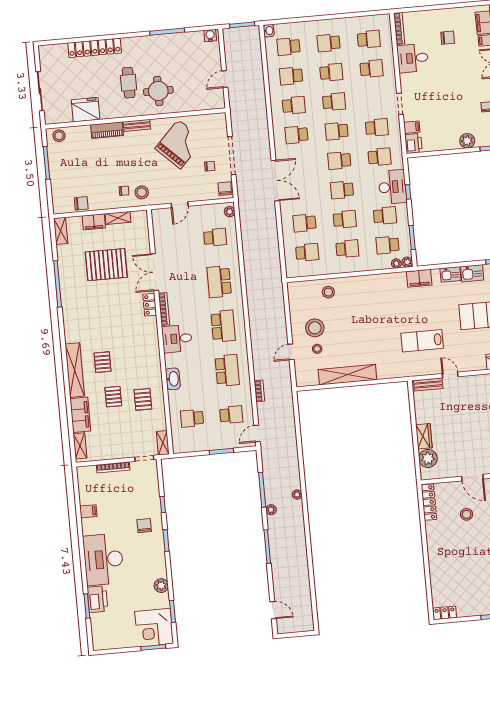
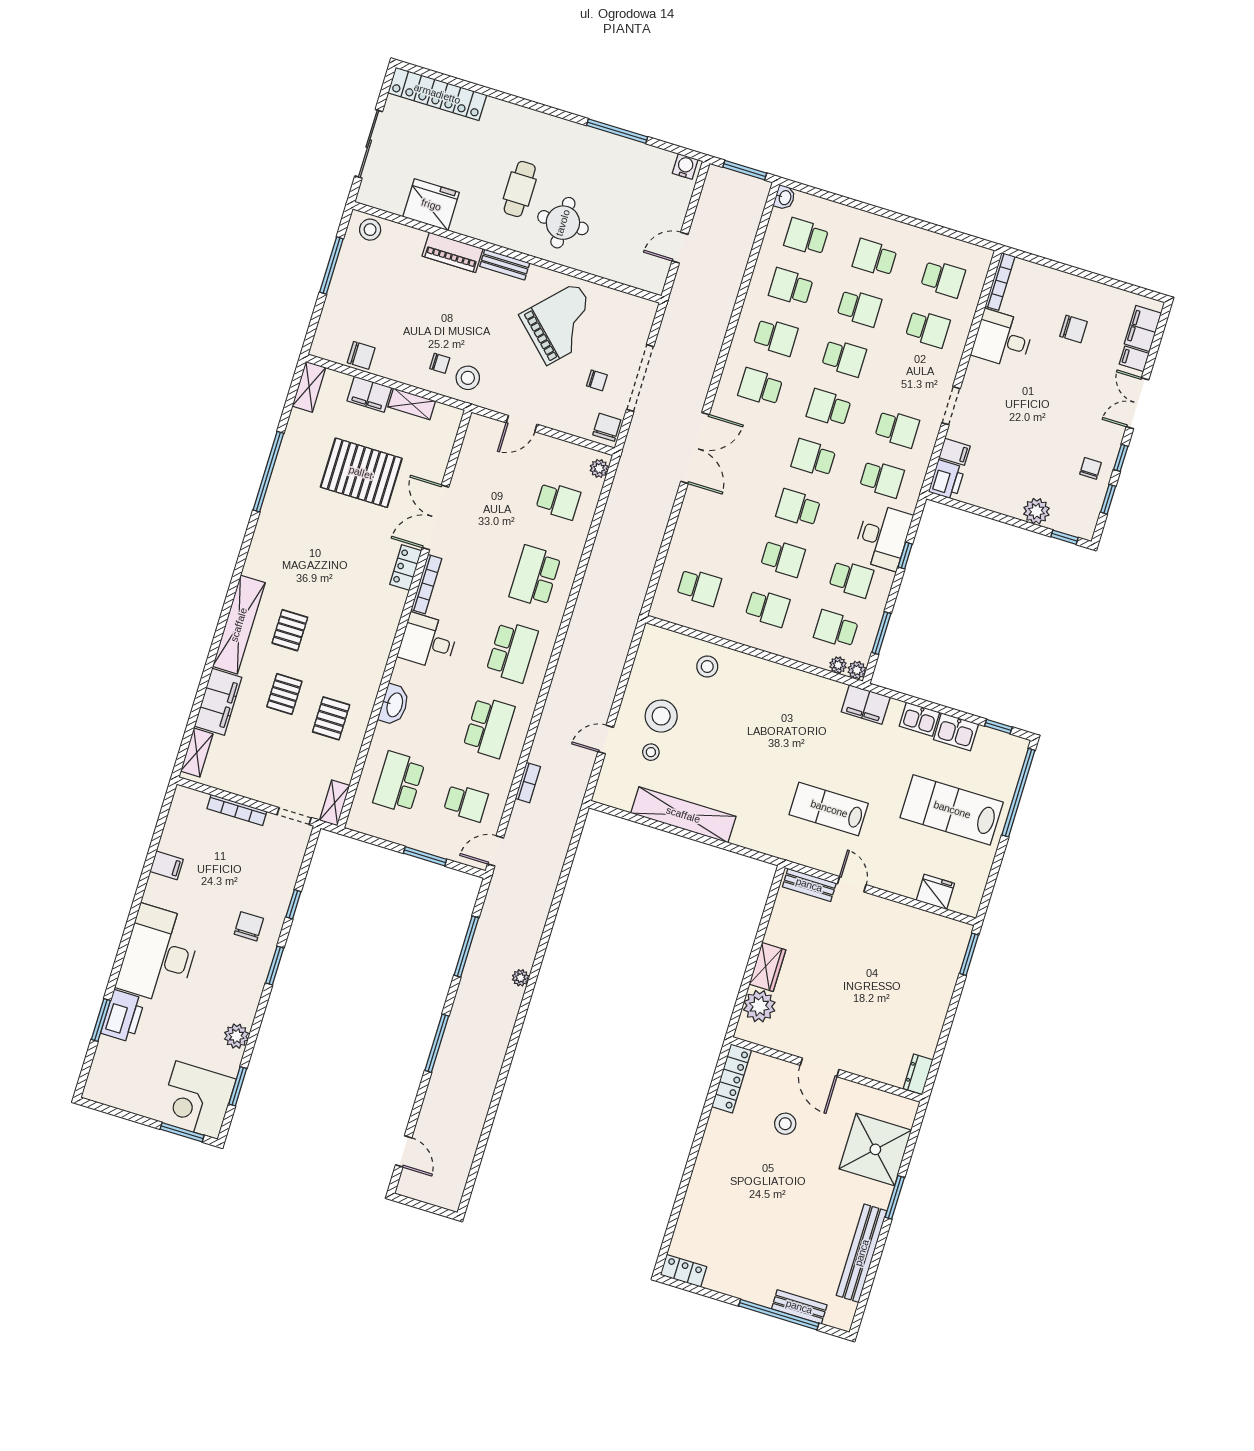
locker: (95, 48) -> (437, 94), moved
school desk: (304, 223) -> (714, 537), removed
school desk: (192, 418) -> (399, 782), width x1.85
plant: (271, 510) -> (468, 985), removed

